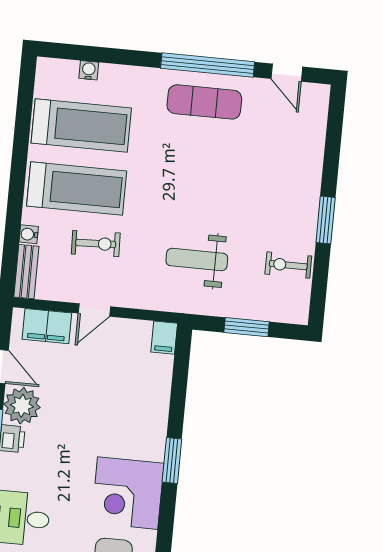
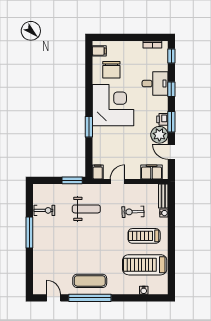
treadmill: (77, 189) -> (144, 236), width x0.73, depth x0.73
window: (326, 220) -> (29, 233), width x1.44
door: (94, 310) -> (118, 182), moved
window: (247, 327) -> (72, 180), moved
window: (172, 460) -> (89, 127), moved
corner desk: (128, 493) -> (113, 105), width x1.36, depth x1.36

